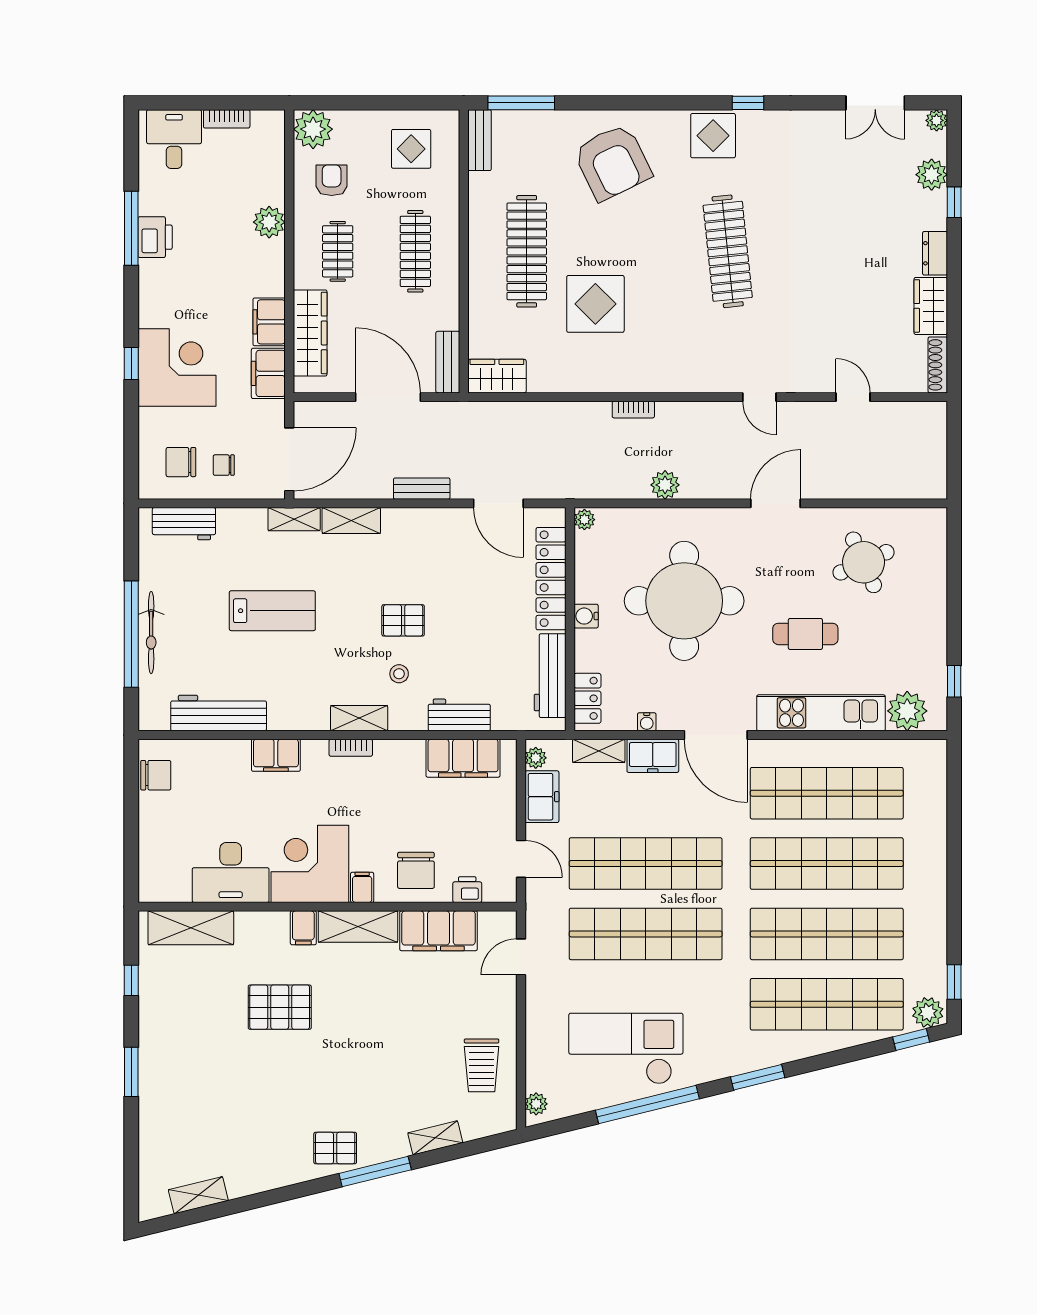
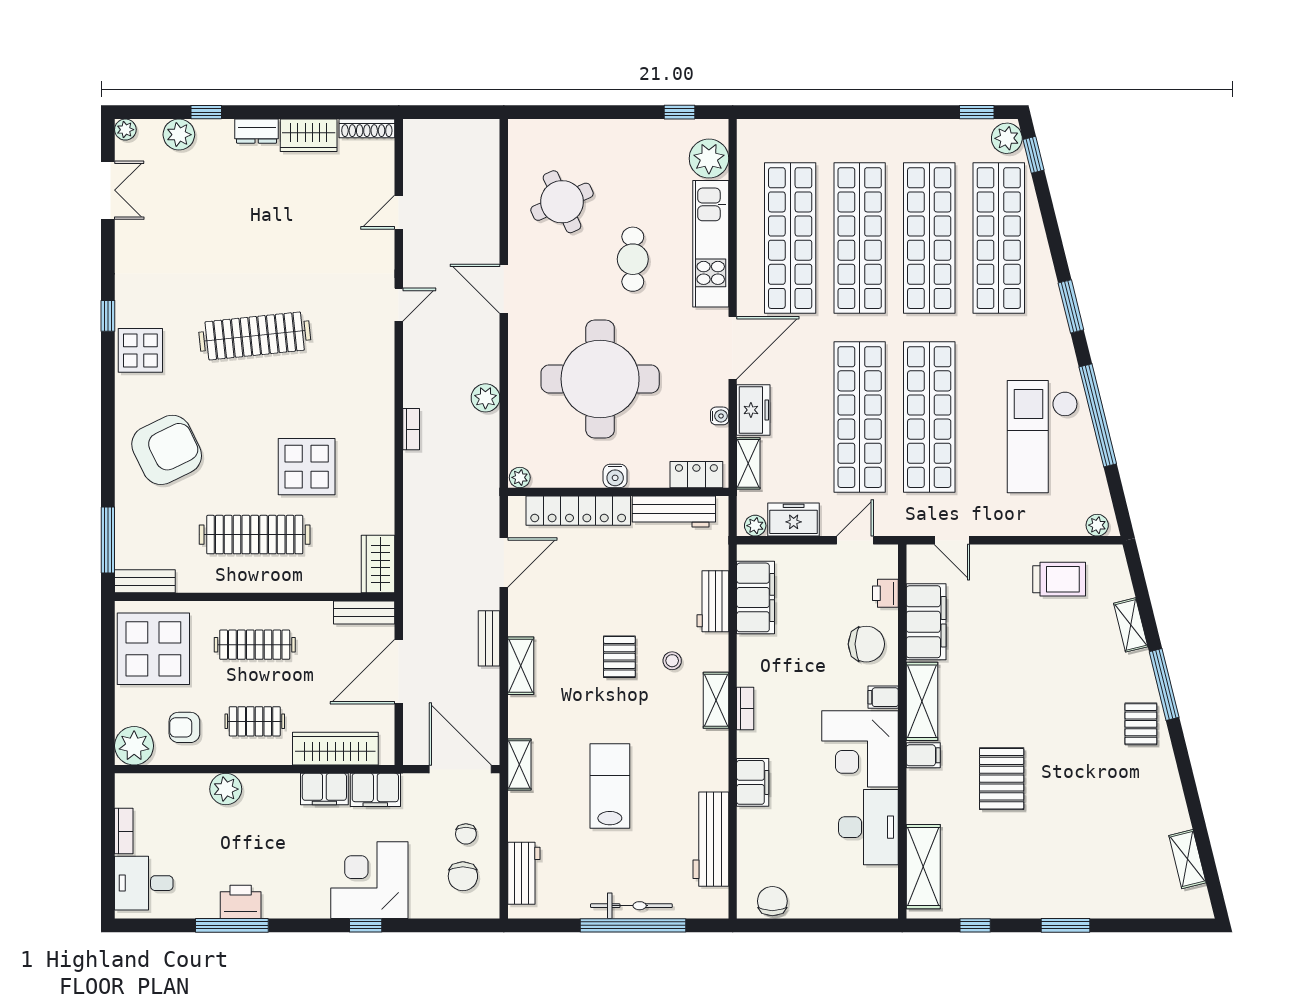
display table: (411, 149) -> (153, 649), width x1.86, depth x1.86
shelving: (351, 521) -> (521, 666), moved

